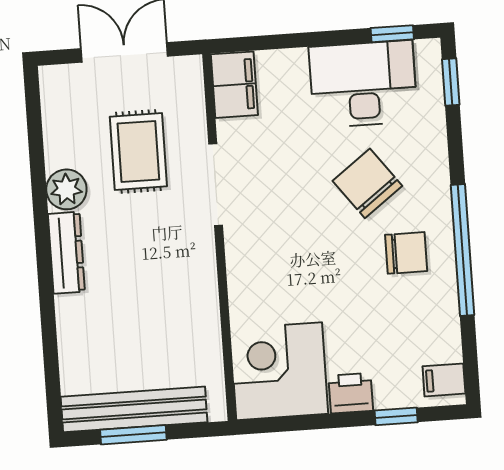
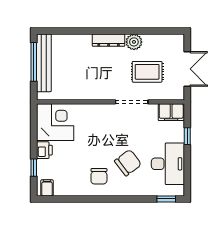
window: (392, 34) -> (187, 136), moved
window: (462, 250) -> (99, 199), removed
window: (133, 435) -> (34, 62), width x1.44

